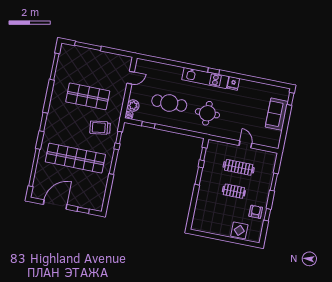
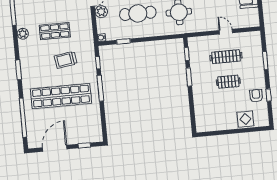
plant: (57, 90) -> (23, 34), added
shop shelf: (88, 96) -> (55, 31), width x0.70, depth x0.74
plant: (133, 106) -> (101, 12), moved
trolley: (100, 128) -> (66, 60), moved

